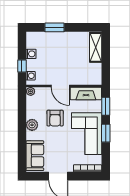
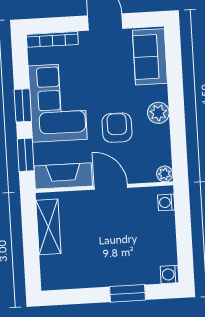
shelving: (96, 47) -> (48, 227), moved
washing machine: (31, 54) -> (170, 274), moved
window: (22, 66) -> (183, 219), removed

